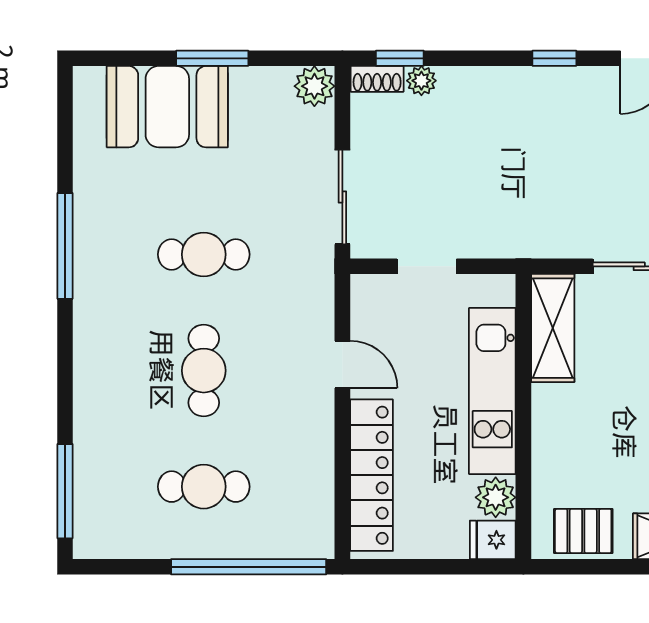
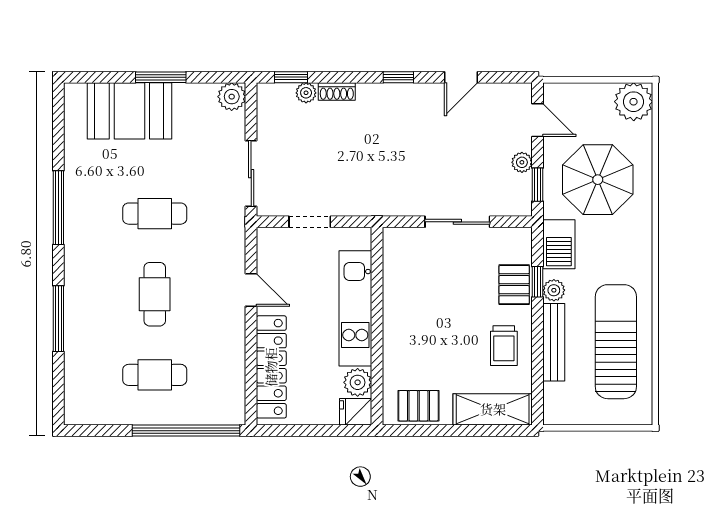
shoe rack: (377, 79) -> (337, 92), moved
shelving: (553, 328) -> (397, 265), removed
window: (65, 491) -> (58, 319), moved

